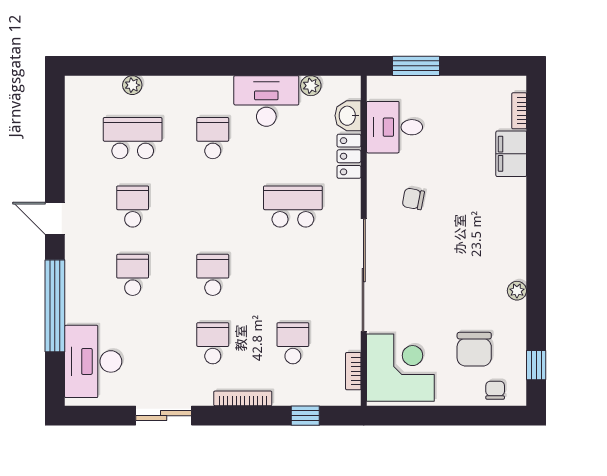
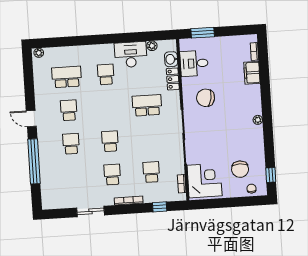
plant: (132, 85) -> (39, 53), moved
chair: (413, 199) -> (206, 98), width x1.87, depth x1.87
plant: (517, 291) -> (258, 120), moved
desk: (93, 361) -> (54, 187), removed

